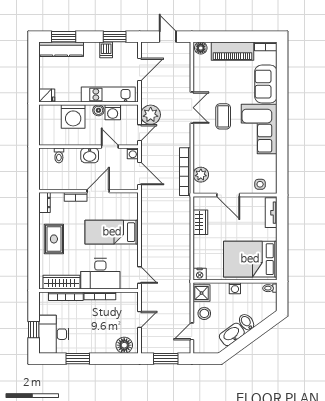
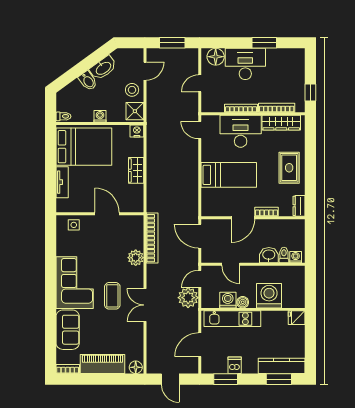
washing machine: (133, 153) -> (296, 257), moved
washbasin: (90, 155) -> (269, 255), moved
plant: (201, 175) -> (136, 258), moved
tv unit: (271, 213) -> (62, 182), moved
wardrobe: (200, 222) -> (136, 170), moved
window: (34, 330) -> (310, 92), moved
desk: (54, 334) -> (245, 64), moved, turned -90

